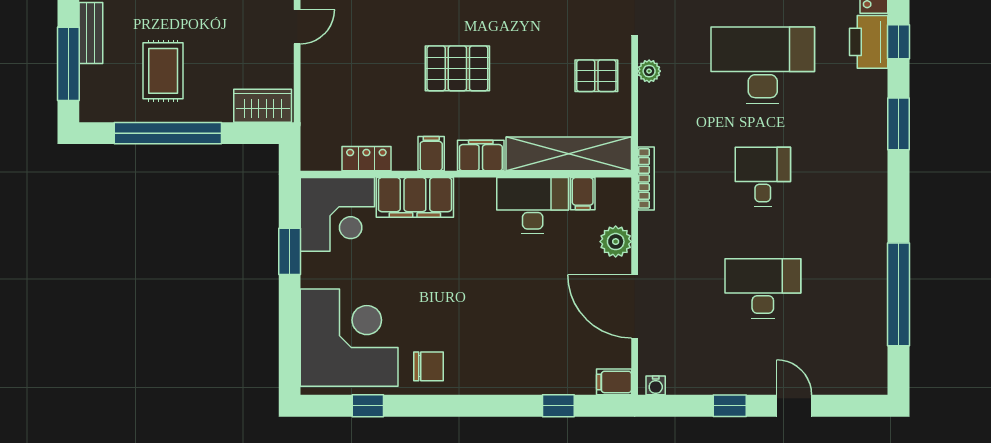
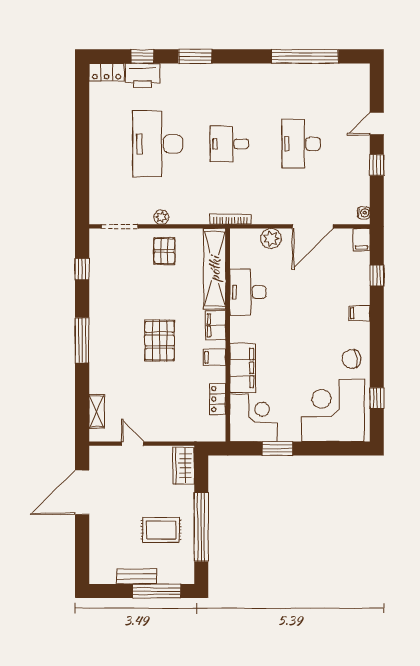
filing cabinet: (583, 194) -> (359, 313), moved, turned 180
chair: (429, 366) -> (351, 359), turned -99

